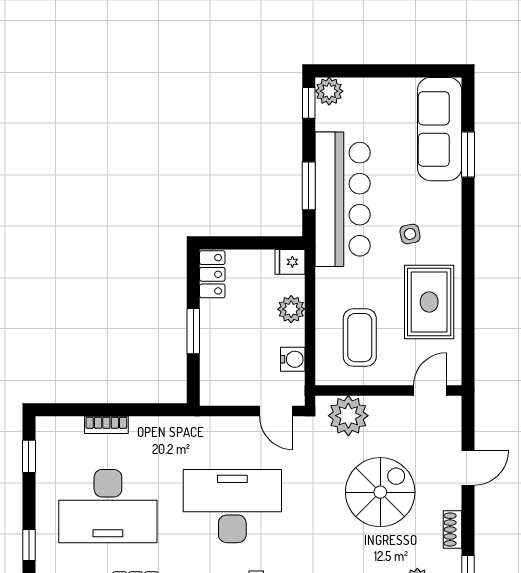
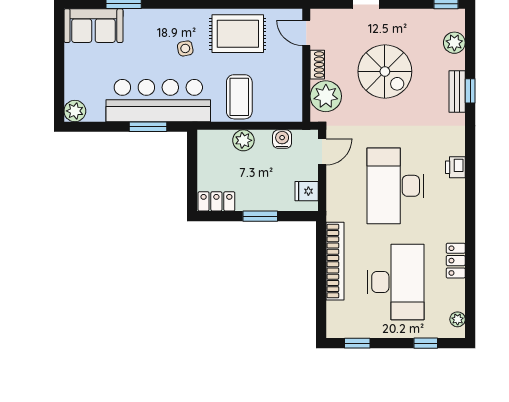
window: (309, 103) -> (84, 127), removed
sofa: (440, 129) -> (93, 26), width x0.73
fridge: (290, 262) -> (307, 191), moved, turned 90
coffee table: (360, 338) -> (239, 97), moved, turned 90
bookcase: (106, 425) -> (335, 261), width x2.31, depth x1.31
spiral stairs: (380, 492) -> (385, 71), turned 180
shoe rack: (452, 530) -> (317, 65), moved, turned -90

